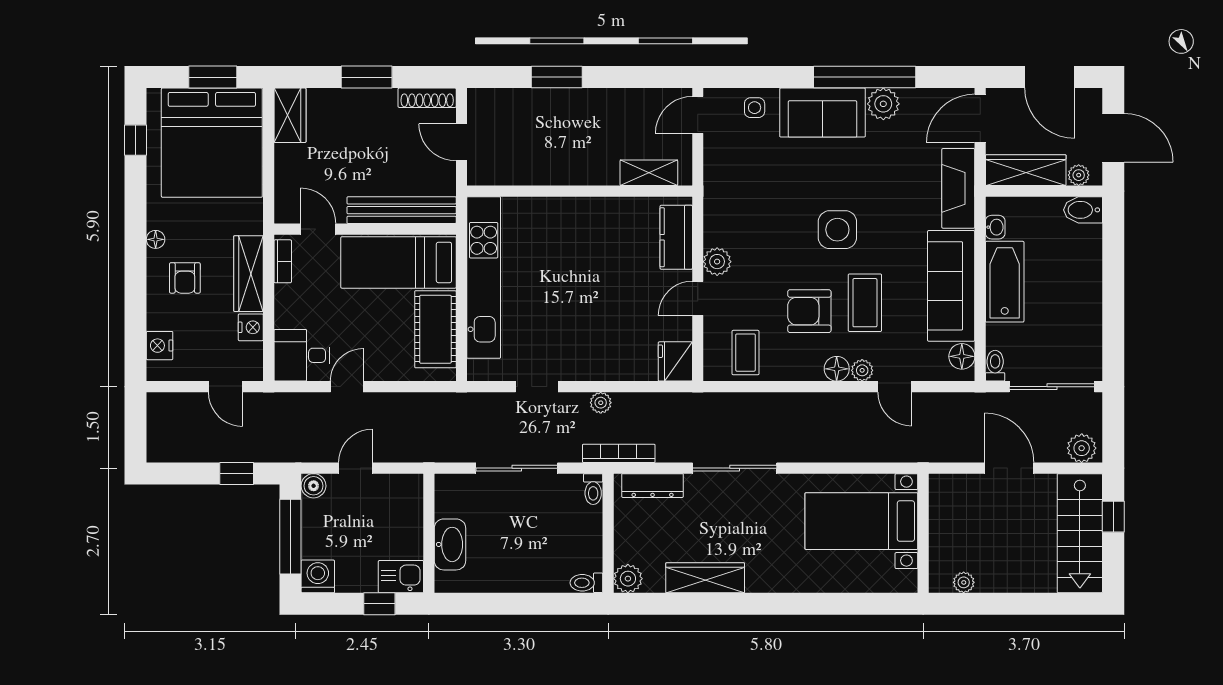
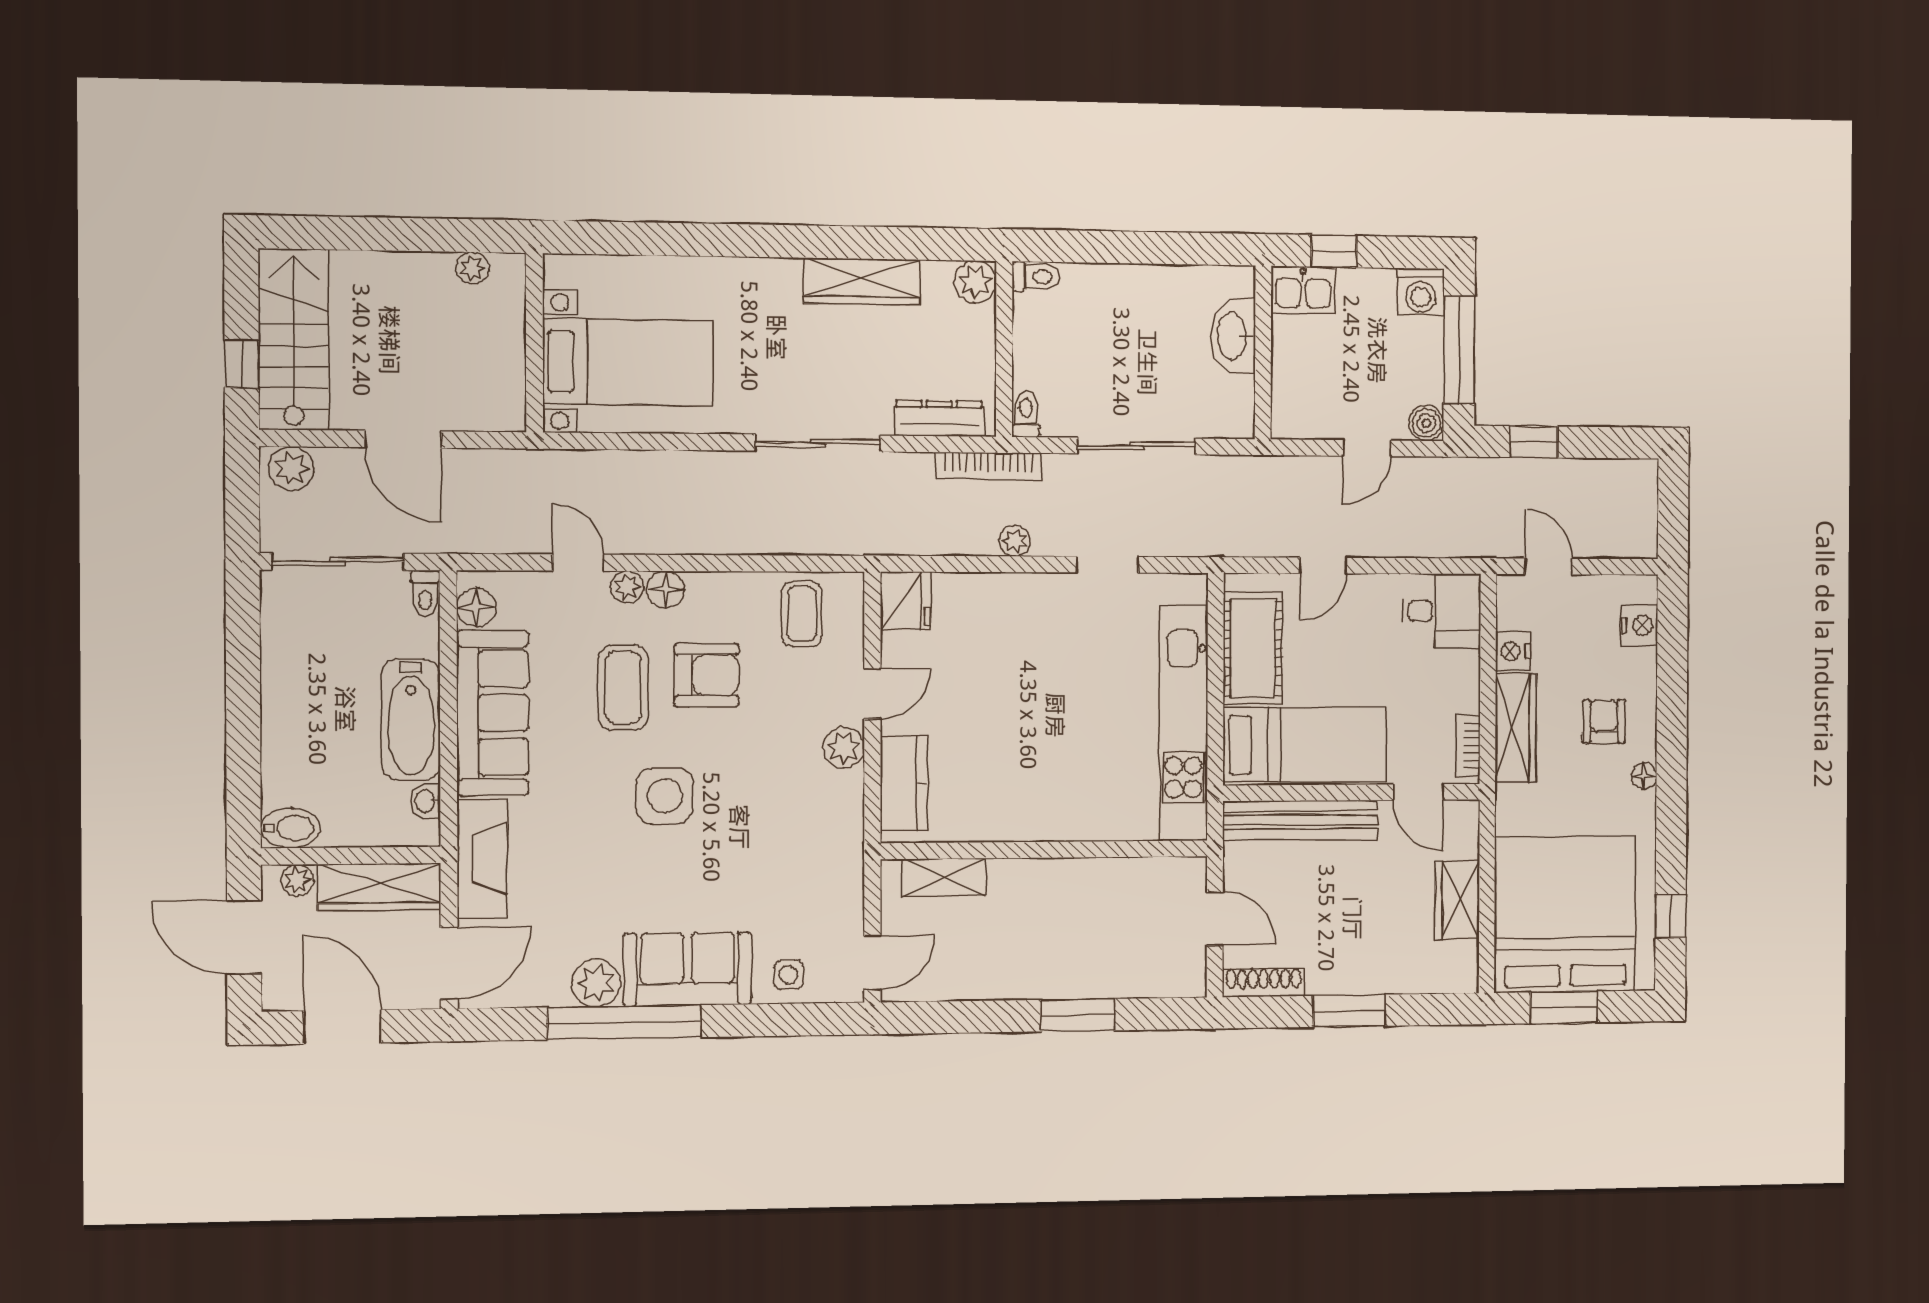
wardrobe: (290, 115) -> (1457, 900), moved
door: (347, 387) -> (1323, 566), moved

